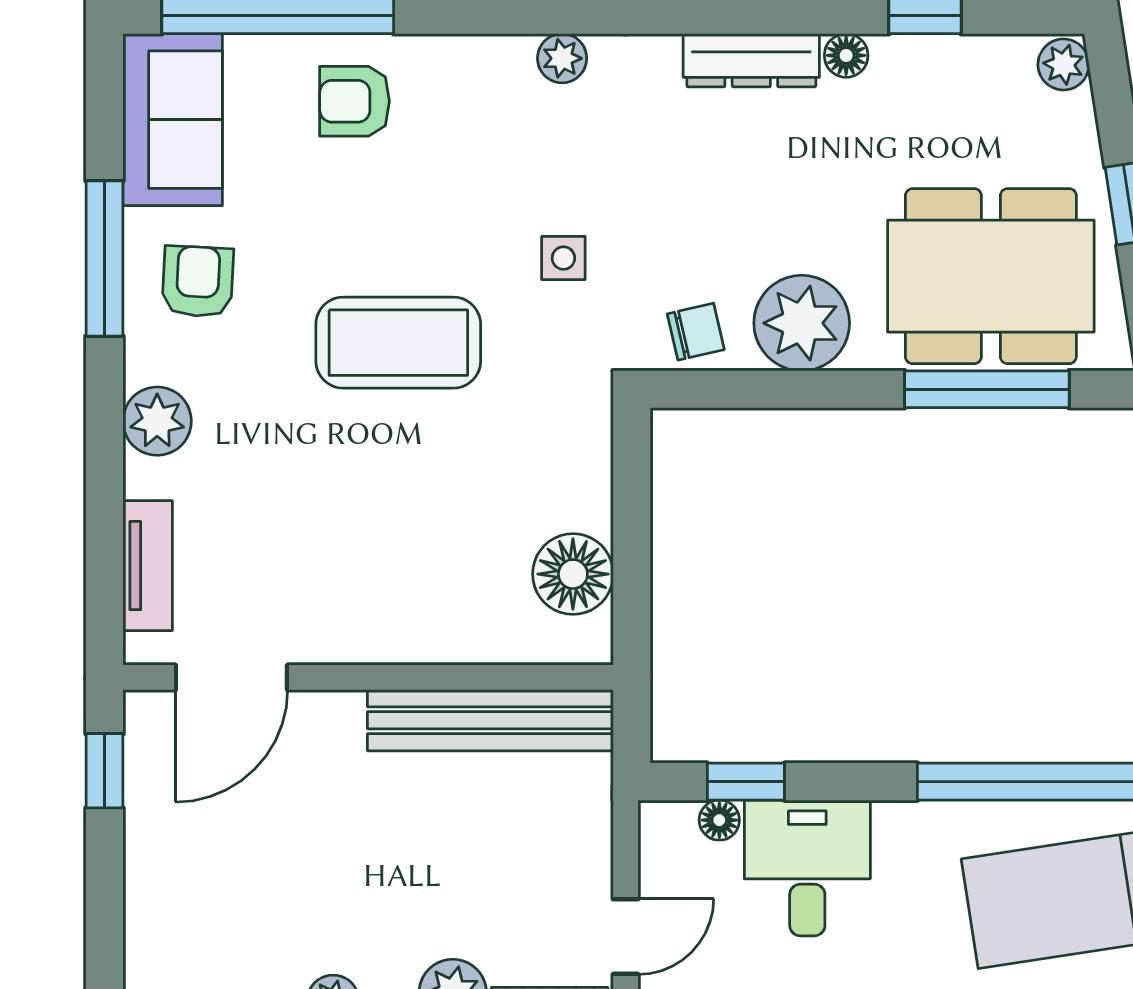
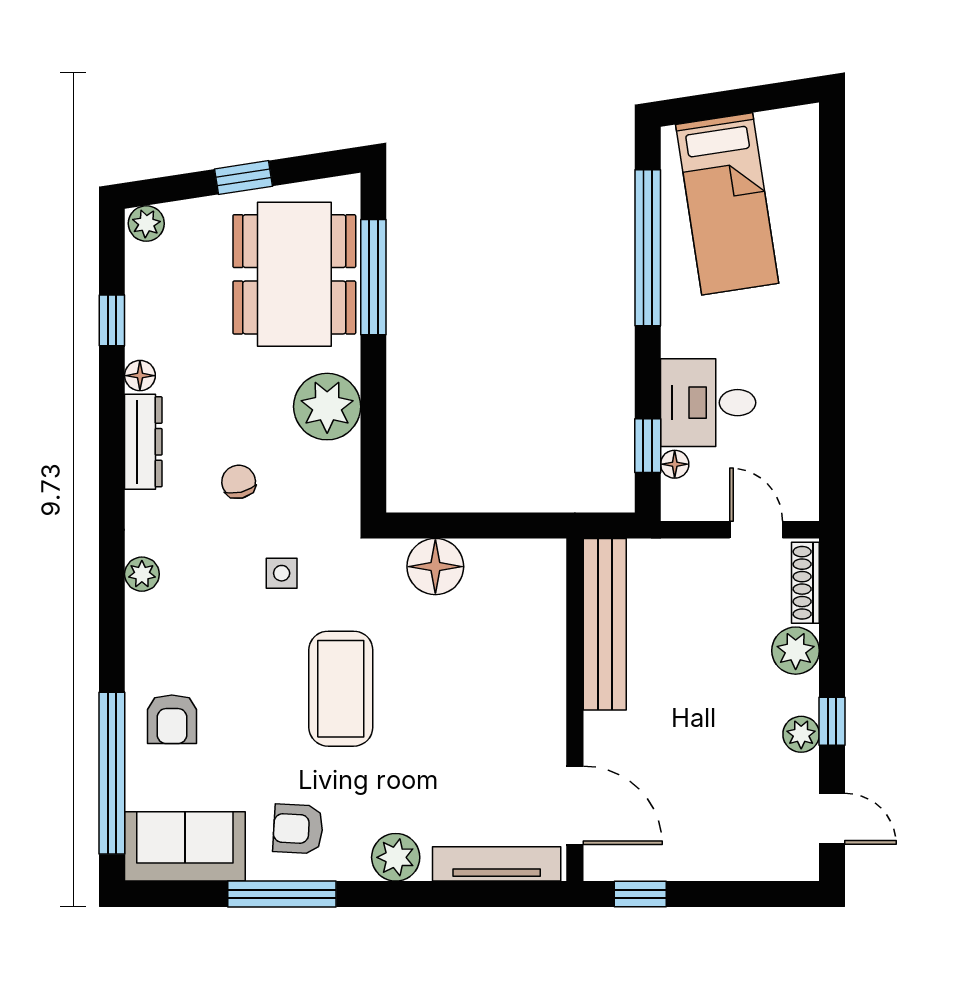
chair: (696, 332) -> (239, 482), moved
tv unit: (148, 566) -> (497, 864), width x1.41
floor lamp: (573, 574) -> (435, 567), moved

